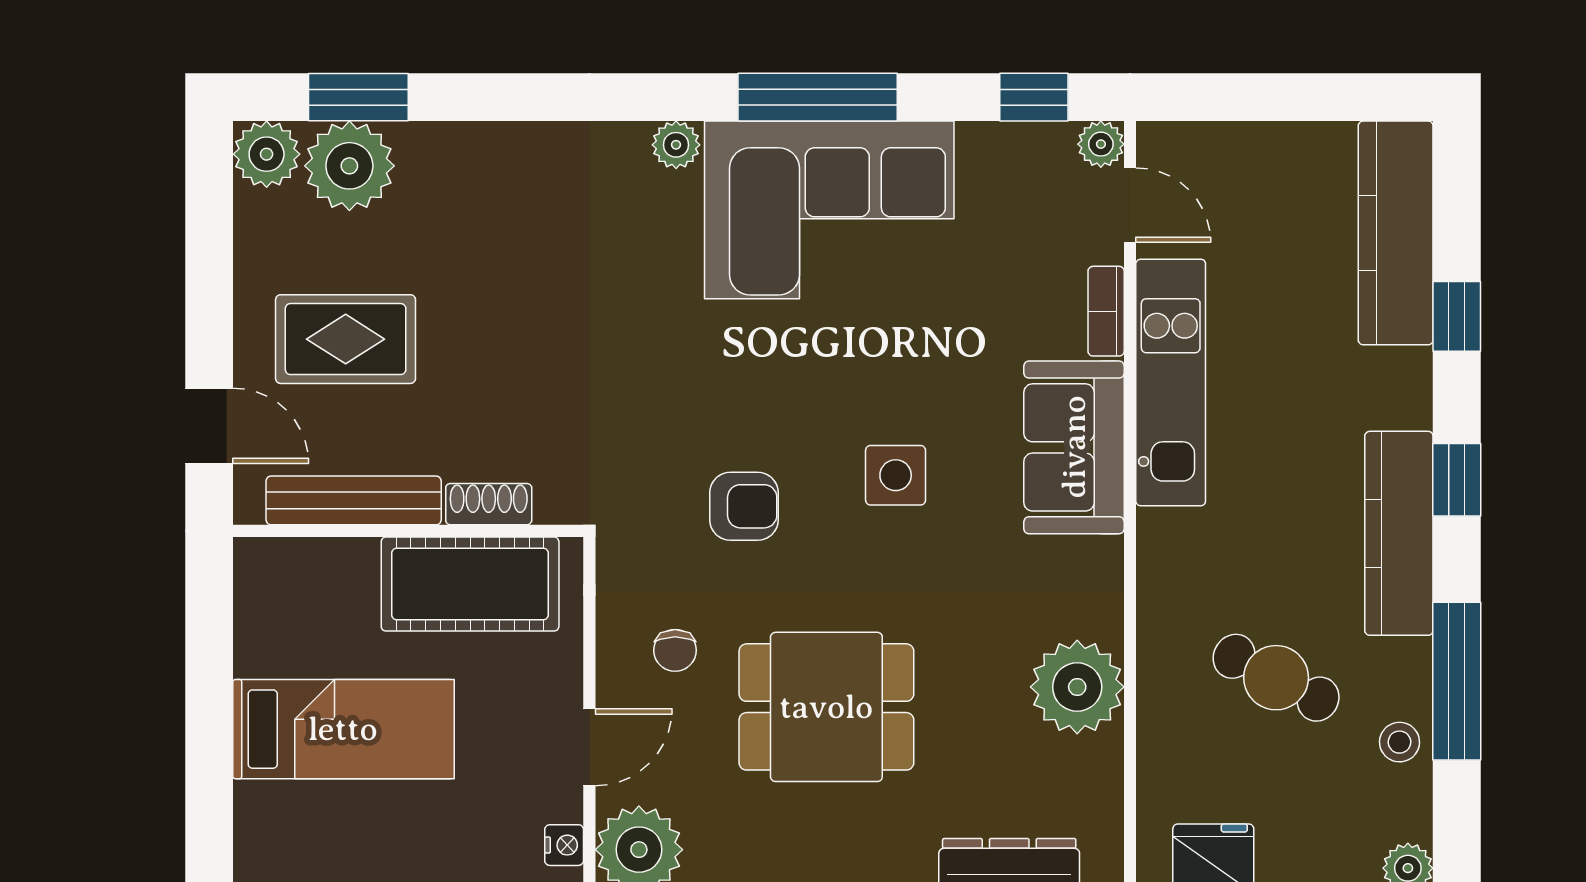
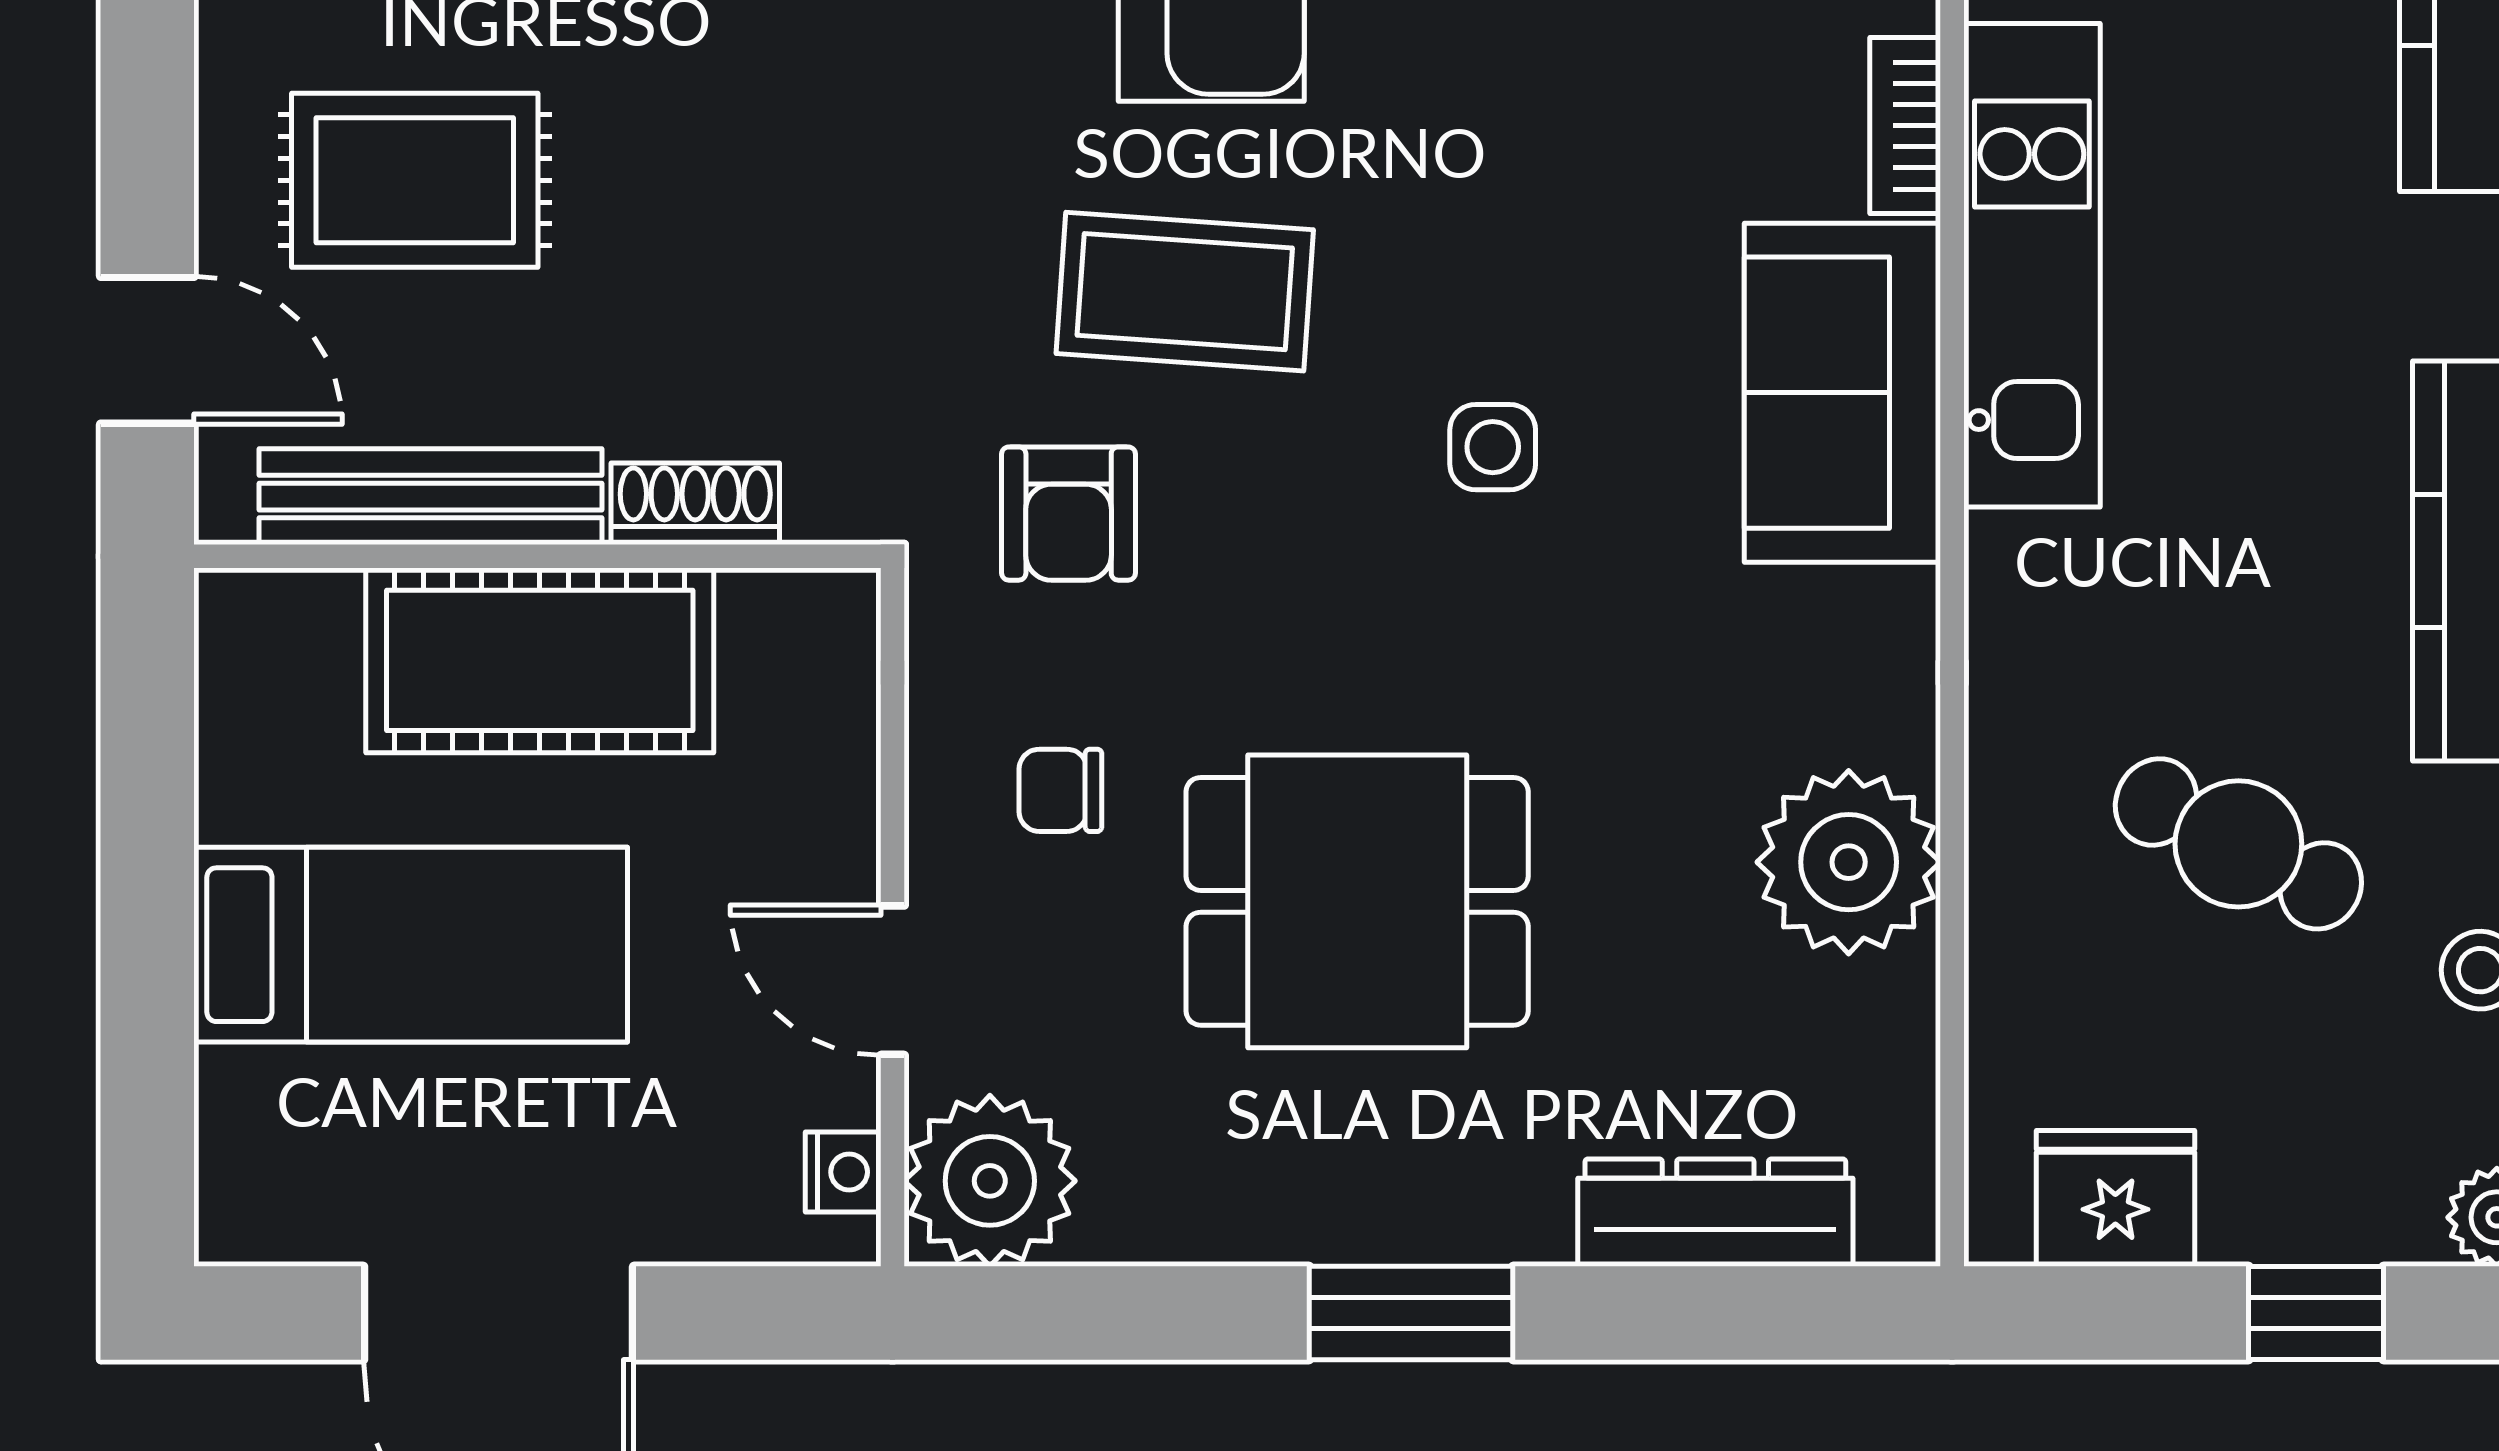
coffee table: (738, 396) -> (1185, 292), added
side table: (896, 475) -> (1493, 447), width x0.73, depth x0.73
armchair: (744, 506) -> (1069, 514), moved, turned 90
cot: (470, 584) -> (540, 660), moved
chair: (675, 650) -> (1060, 790), turned 90
door: (589, 747) -> (893, 980), swing flipped

